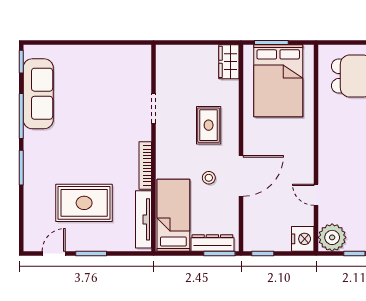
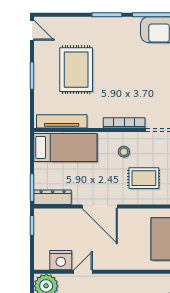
bookcase: (145, 165) -> (124, 123), moved
stool: (209, 178) -> (124, 152), moved
nightstand: (303, 239) -> (61, 260), moved
dresser: (212, 243) -> (53, 197), moved, turned -90
door: (54, 253) -> (32, 30), moved

